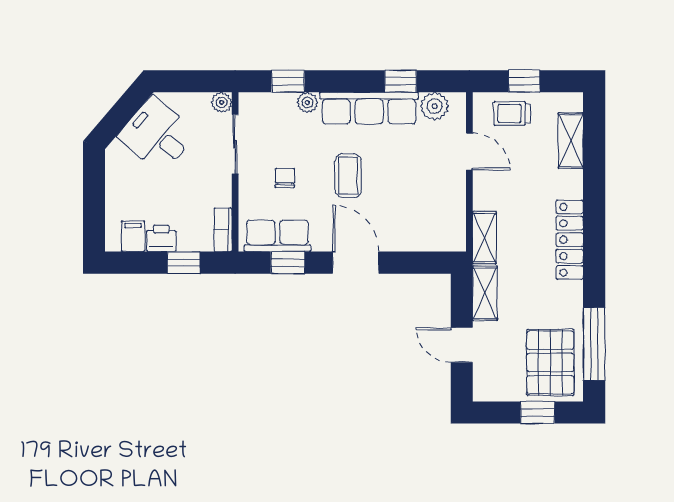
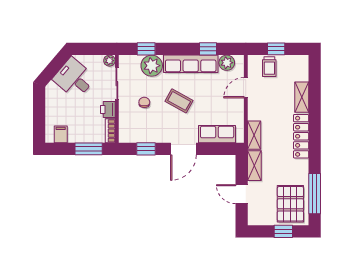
plant: (307, 102) -> (152, 66), width x1.88, depth x1.88
trolley: (512, 113) -> (269, 67), turned -90
shelving: (571, 141) -> (302, 97), moved
door: (469, 152) -> (246, 88), swing flipped
coffee table: (348, 176) -> (179, 101), turned -61
row of seats: (277, 236) -> (217, 134), moved
printer: (161, 238) -> (108, 110), moved, turned -90
window: (184, 263) -> (89, 149), width x1.50
door: (356, 263) -> (183, 149), swing flipped

